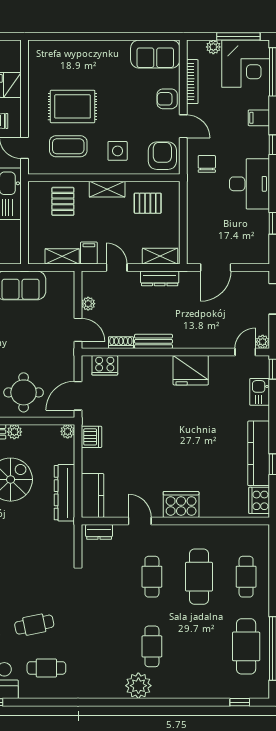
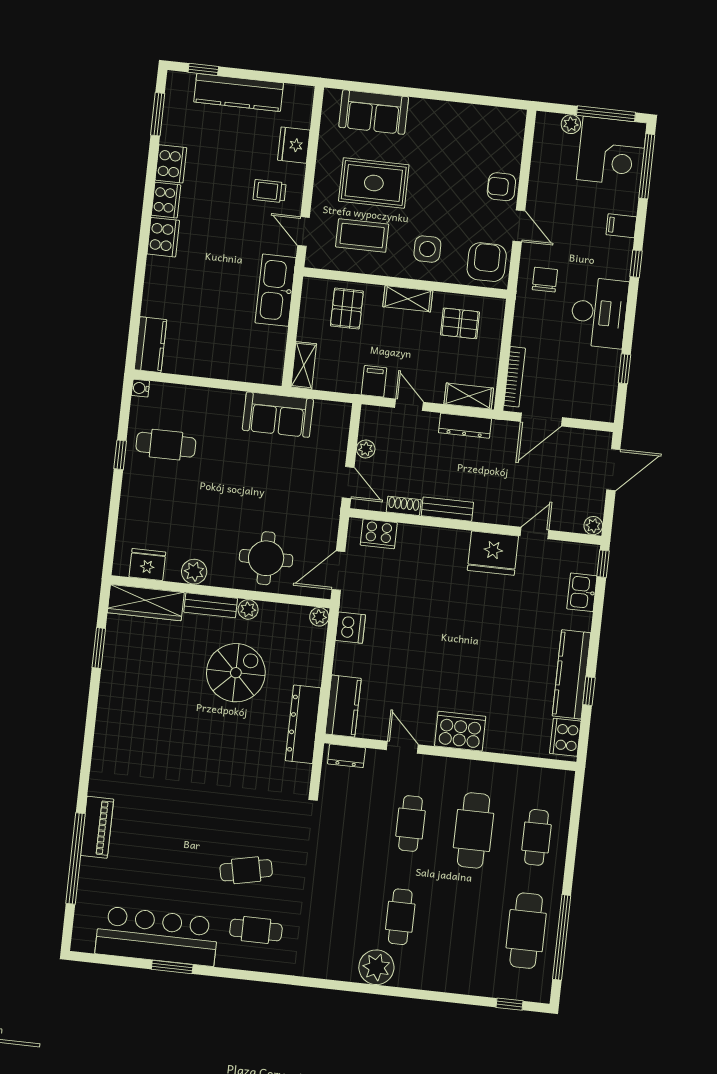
sofa: (155, 54) -> (374, 112), moved
bookcase: (192, 82) -> (515, 377), moved
shelving: (62, 256) -> (304, 365), moved, turned 90
door: (245, 352) -> (535, 533), moved
dresser: (64, 493) -> (303, 724), moved

